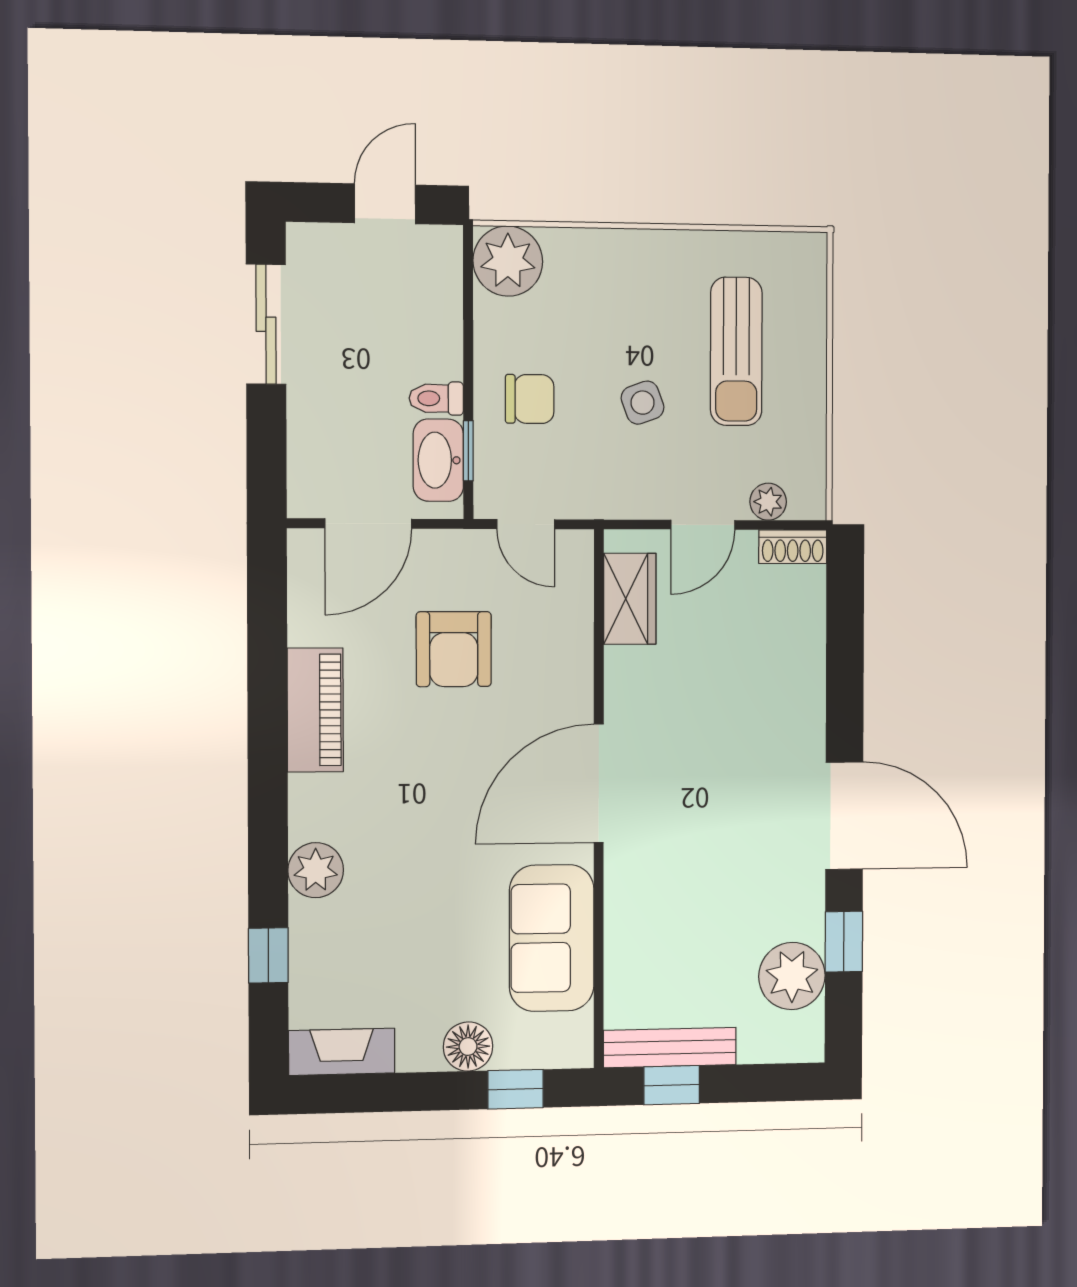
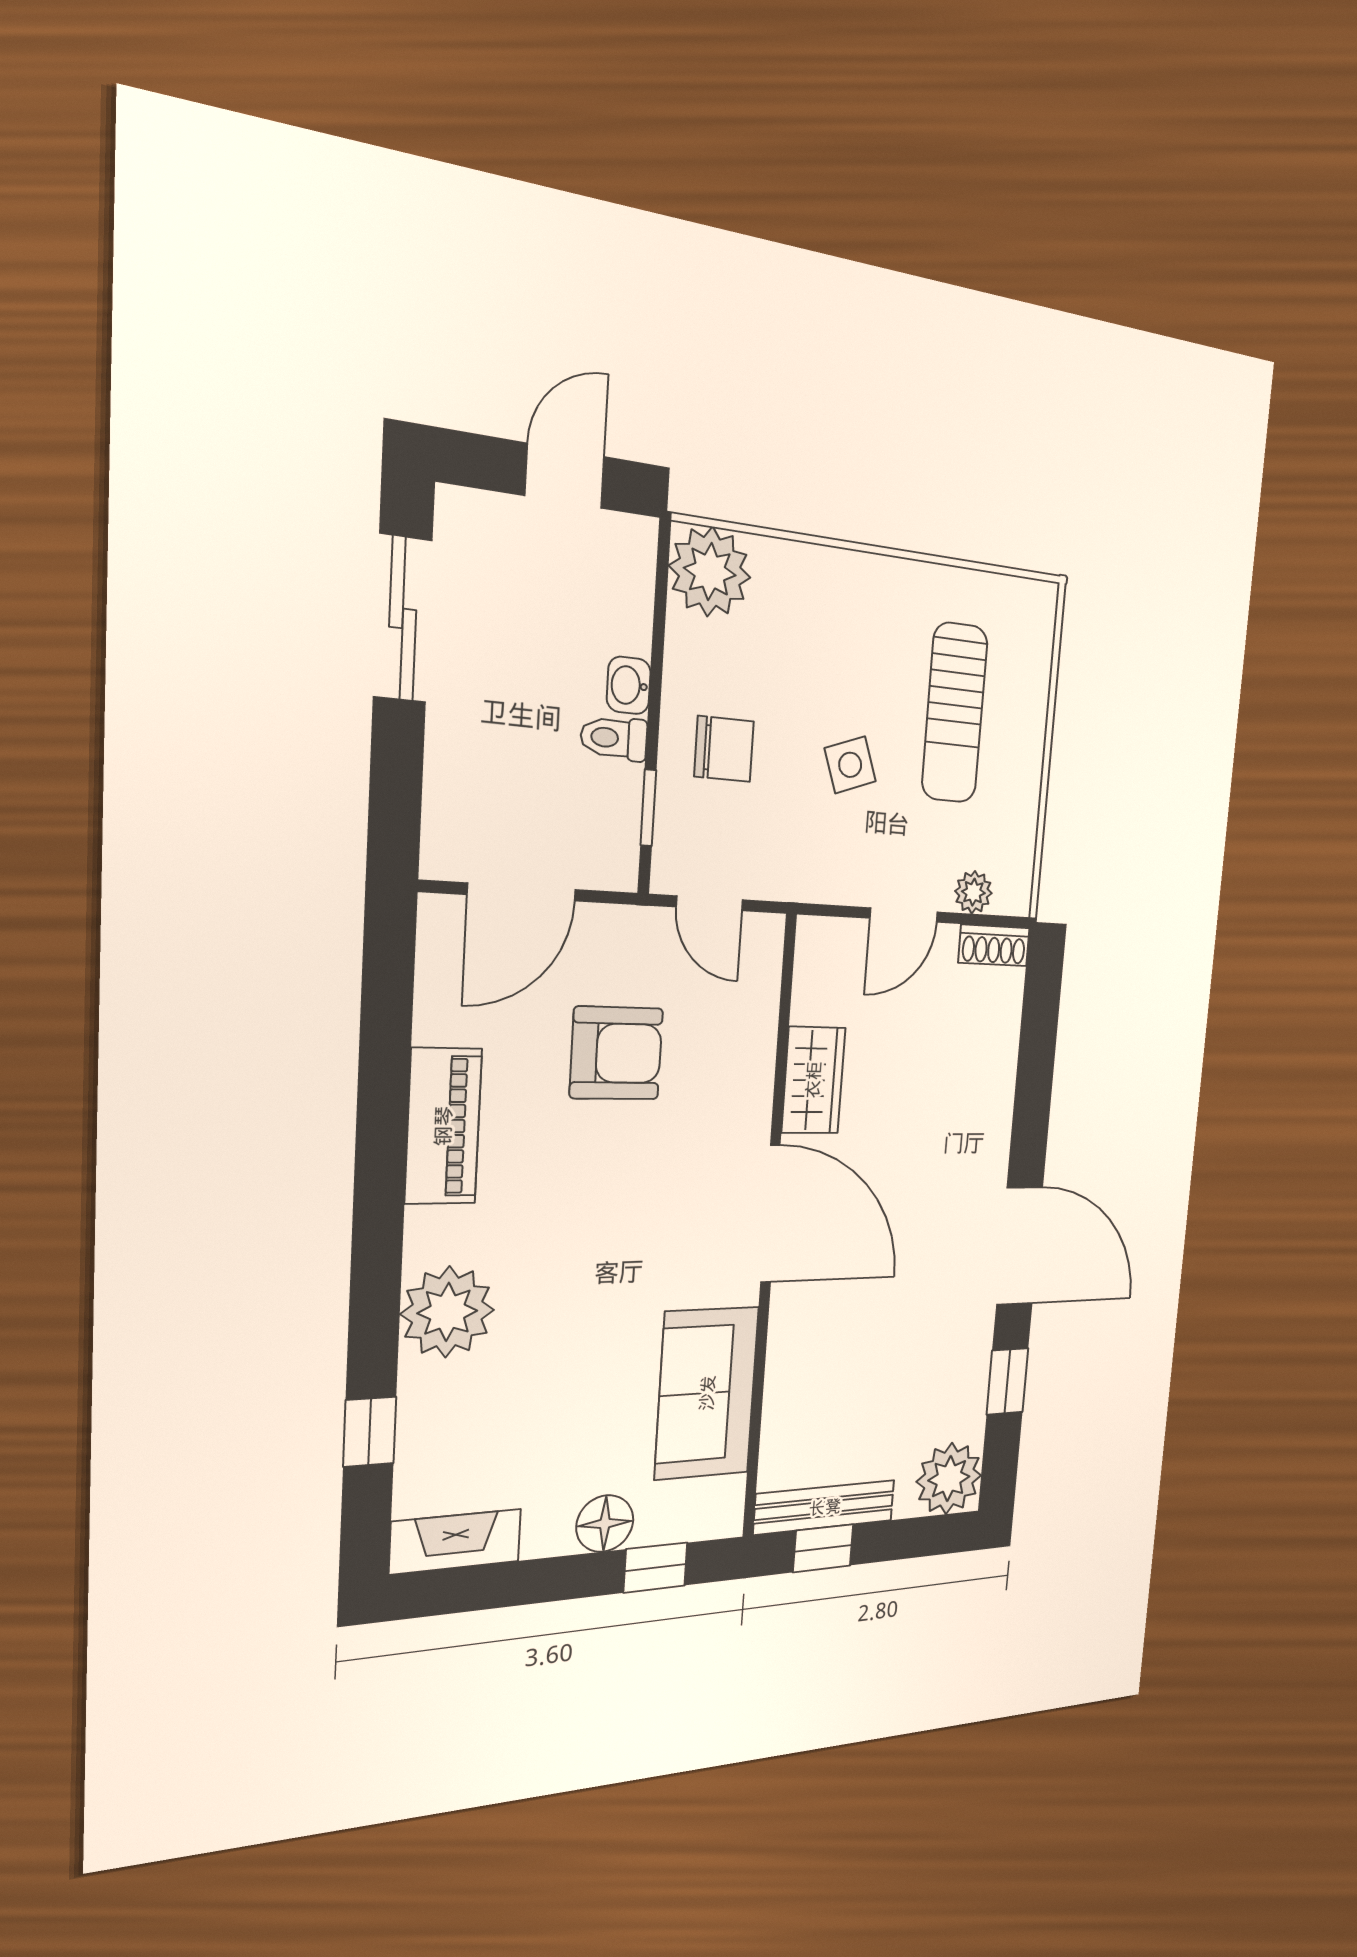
washbasin: (438, 460) -> (629, 685), moved, width x0.52, depth x0.69
wardrobe: (630, 599) -> (813, 1080), moved
armchair: (454, 649) -> (616, 1053), turned -90
door: (599, 783) -> (770, 1214), swing flipped
plant: (316, 870) -> (447, 1312), width x1.36, depth x1.36
plant: (792, 976) -> (949, 1479), moved

